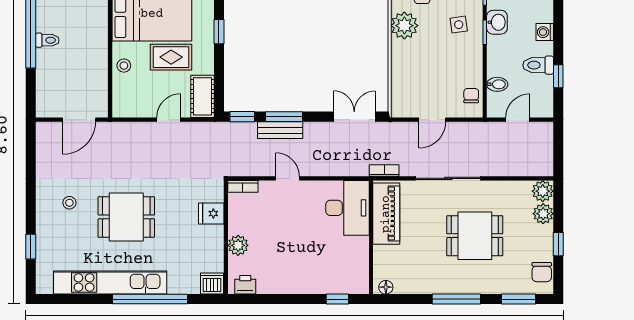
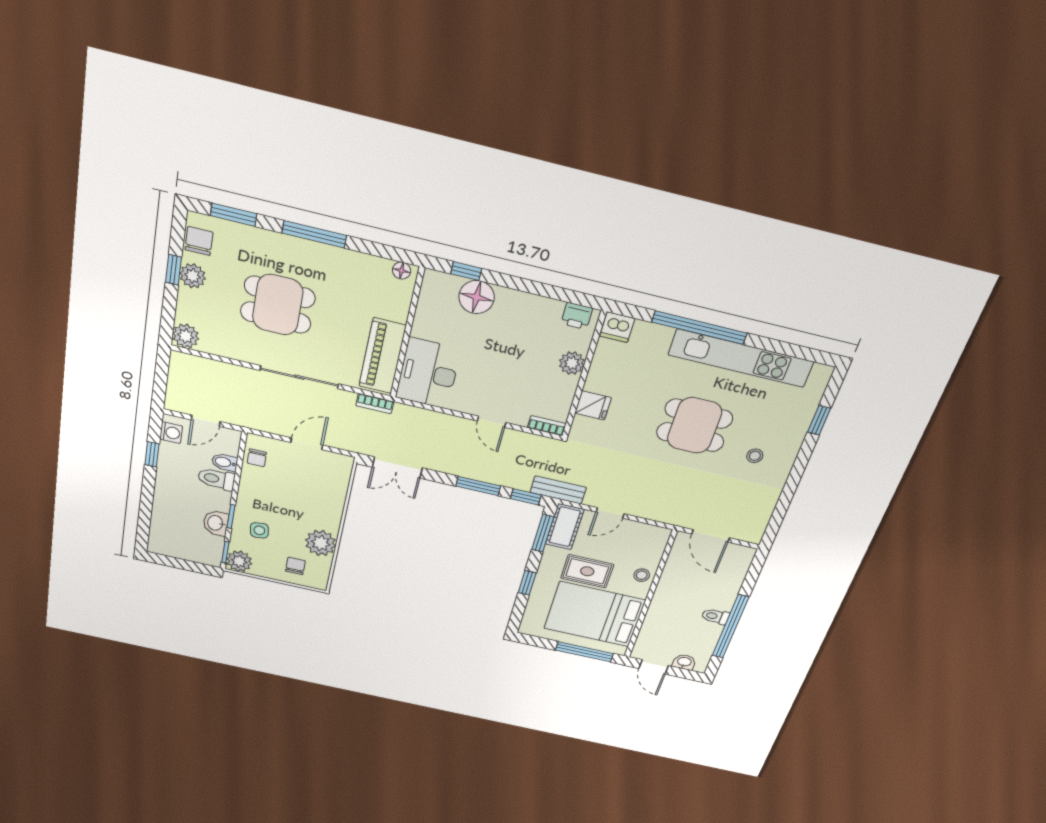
washing machine: (545, 32) -> (171, 433), moved
toilet: (538, 65) -> (216, 479), moved, turned 180
window: (219, 85) -> (543, 533), added
door: (79, 120) -> (711, 536), swing flipped
bench: (280, 130) -> (558, 490), moved
plant: (543, 214) -> (193, 276), moved
floor lamp: (325, 281) -> (477, 297), added

